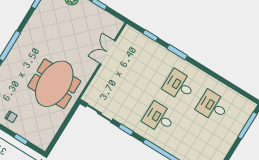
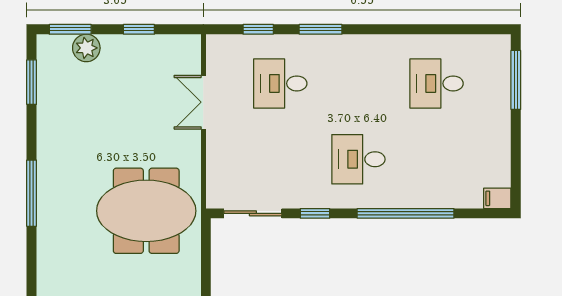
meeting table: (54, 84) -> (146, 211), turned 90
desk: (179, 85) -> (280, 83), moved

